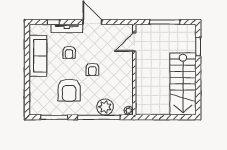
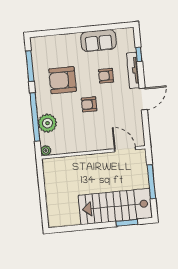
sofa: (38, 56) -> (99, 40), width x0.73
stairs: (183, 84) -> (115, 206), moved

